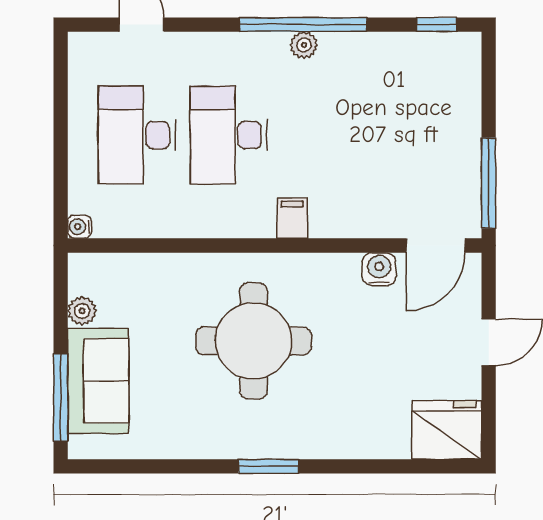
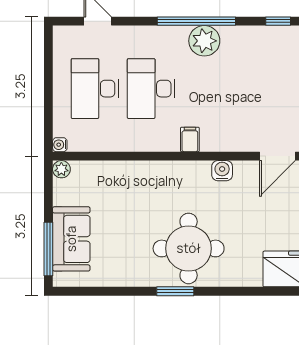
plant: (304, 45) -> (204, 41), width x1.88, depth x1.88
water cooler: (379, 269) -> (222, 171), moved
plant: (82, 311) -> (61, 169), moved
round table: (254, 341) -> (189, 248), moved

